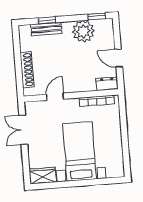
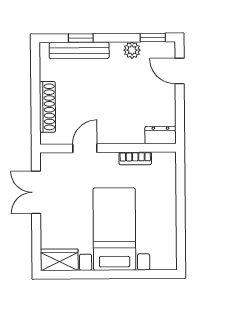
bench: (46, 29) -> (79, 50), width x1.36
plant: (83, 31) -> (132, 50), width x0.53, depth x0.53
door: (119, 58) -> (180, 71), moved
bookcase: (97, 101) -> (135, 158), width x0.64

